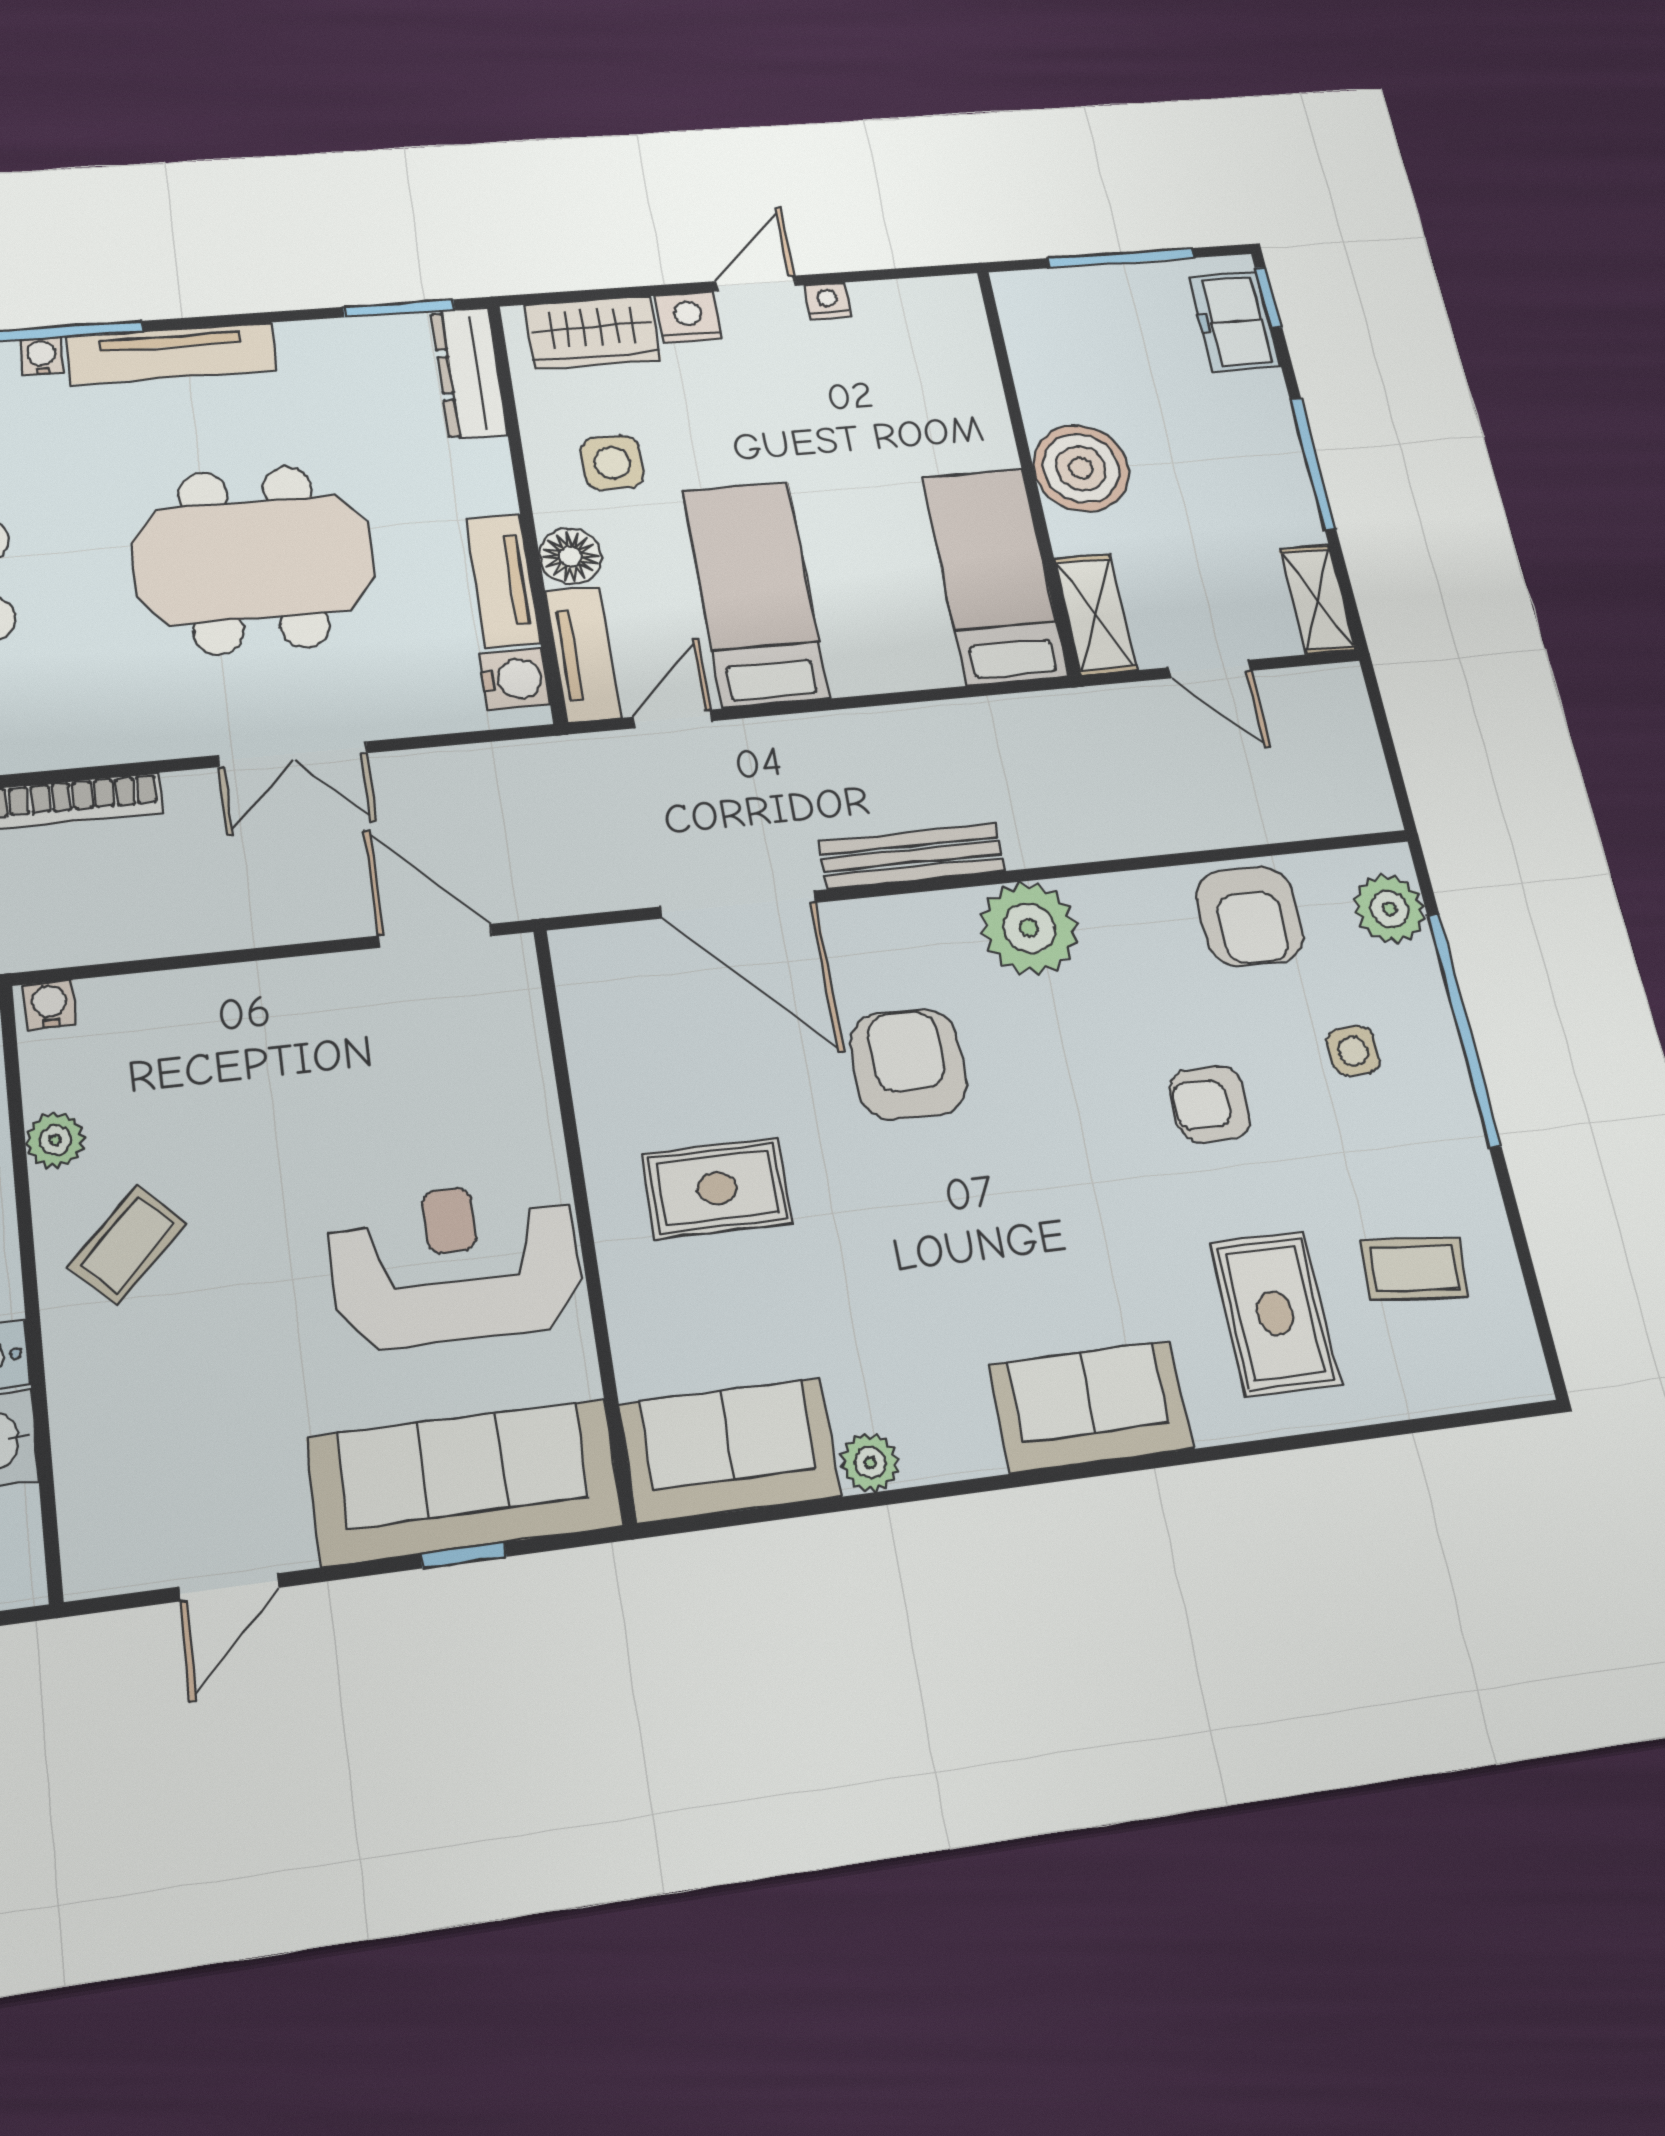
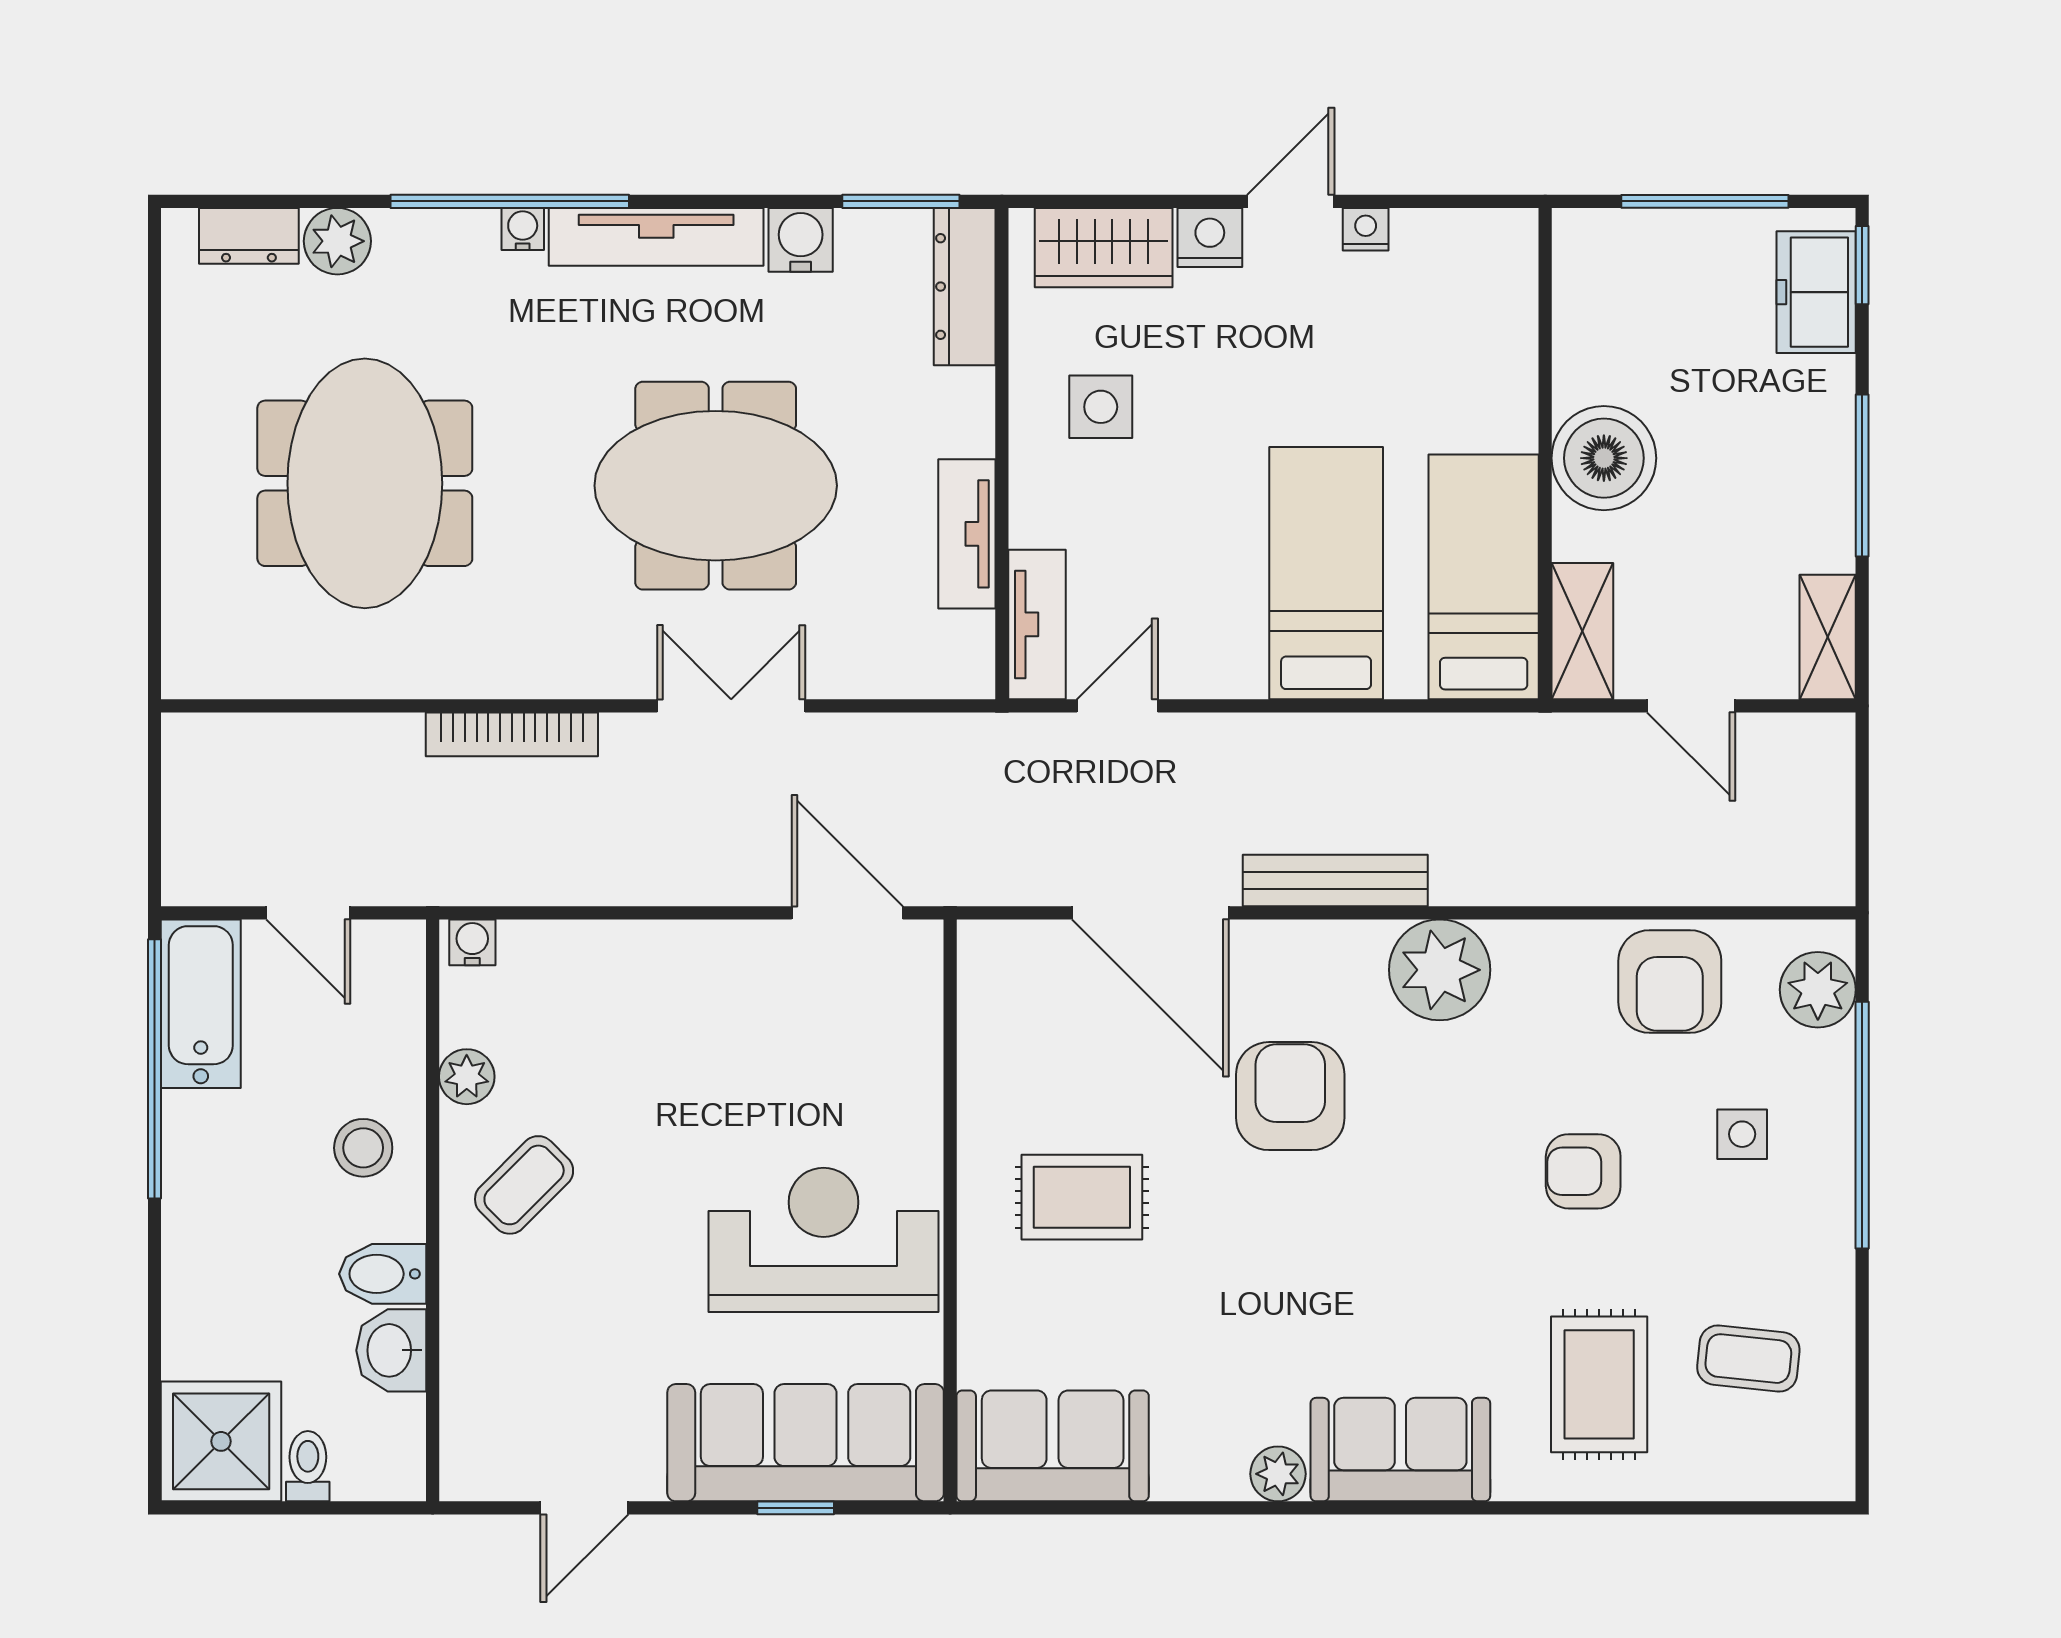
floor lamp: (570, 556) -> (1040, 512), removed
bed: (755, 594) -> (1326, 573), moved
water cooler: (515, 679) -> (801, 240), moved, turned -90
double door: (293, 754) -> (731, 706), swing flipped
plant: (870, 1462) -> (1278, 1474), moved

